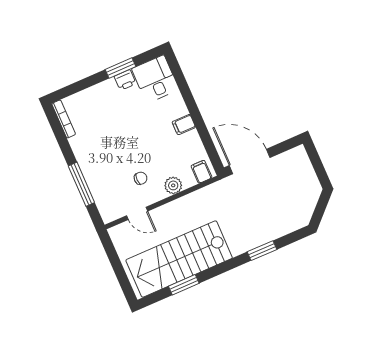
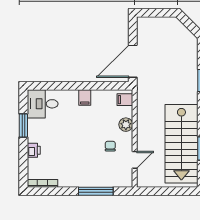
printer: (125, 80) -> (34, 150), moved

